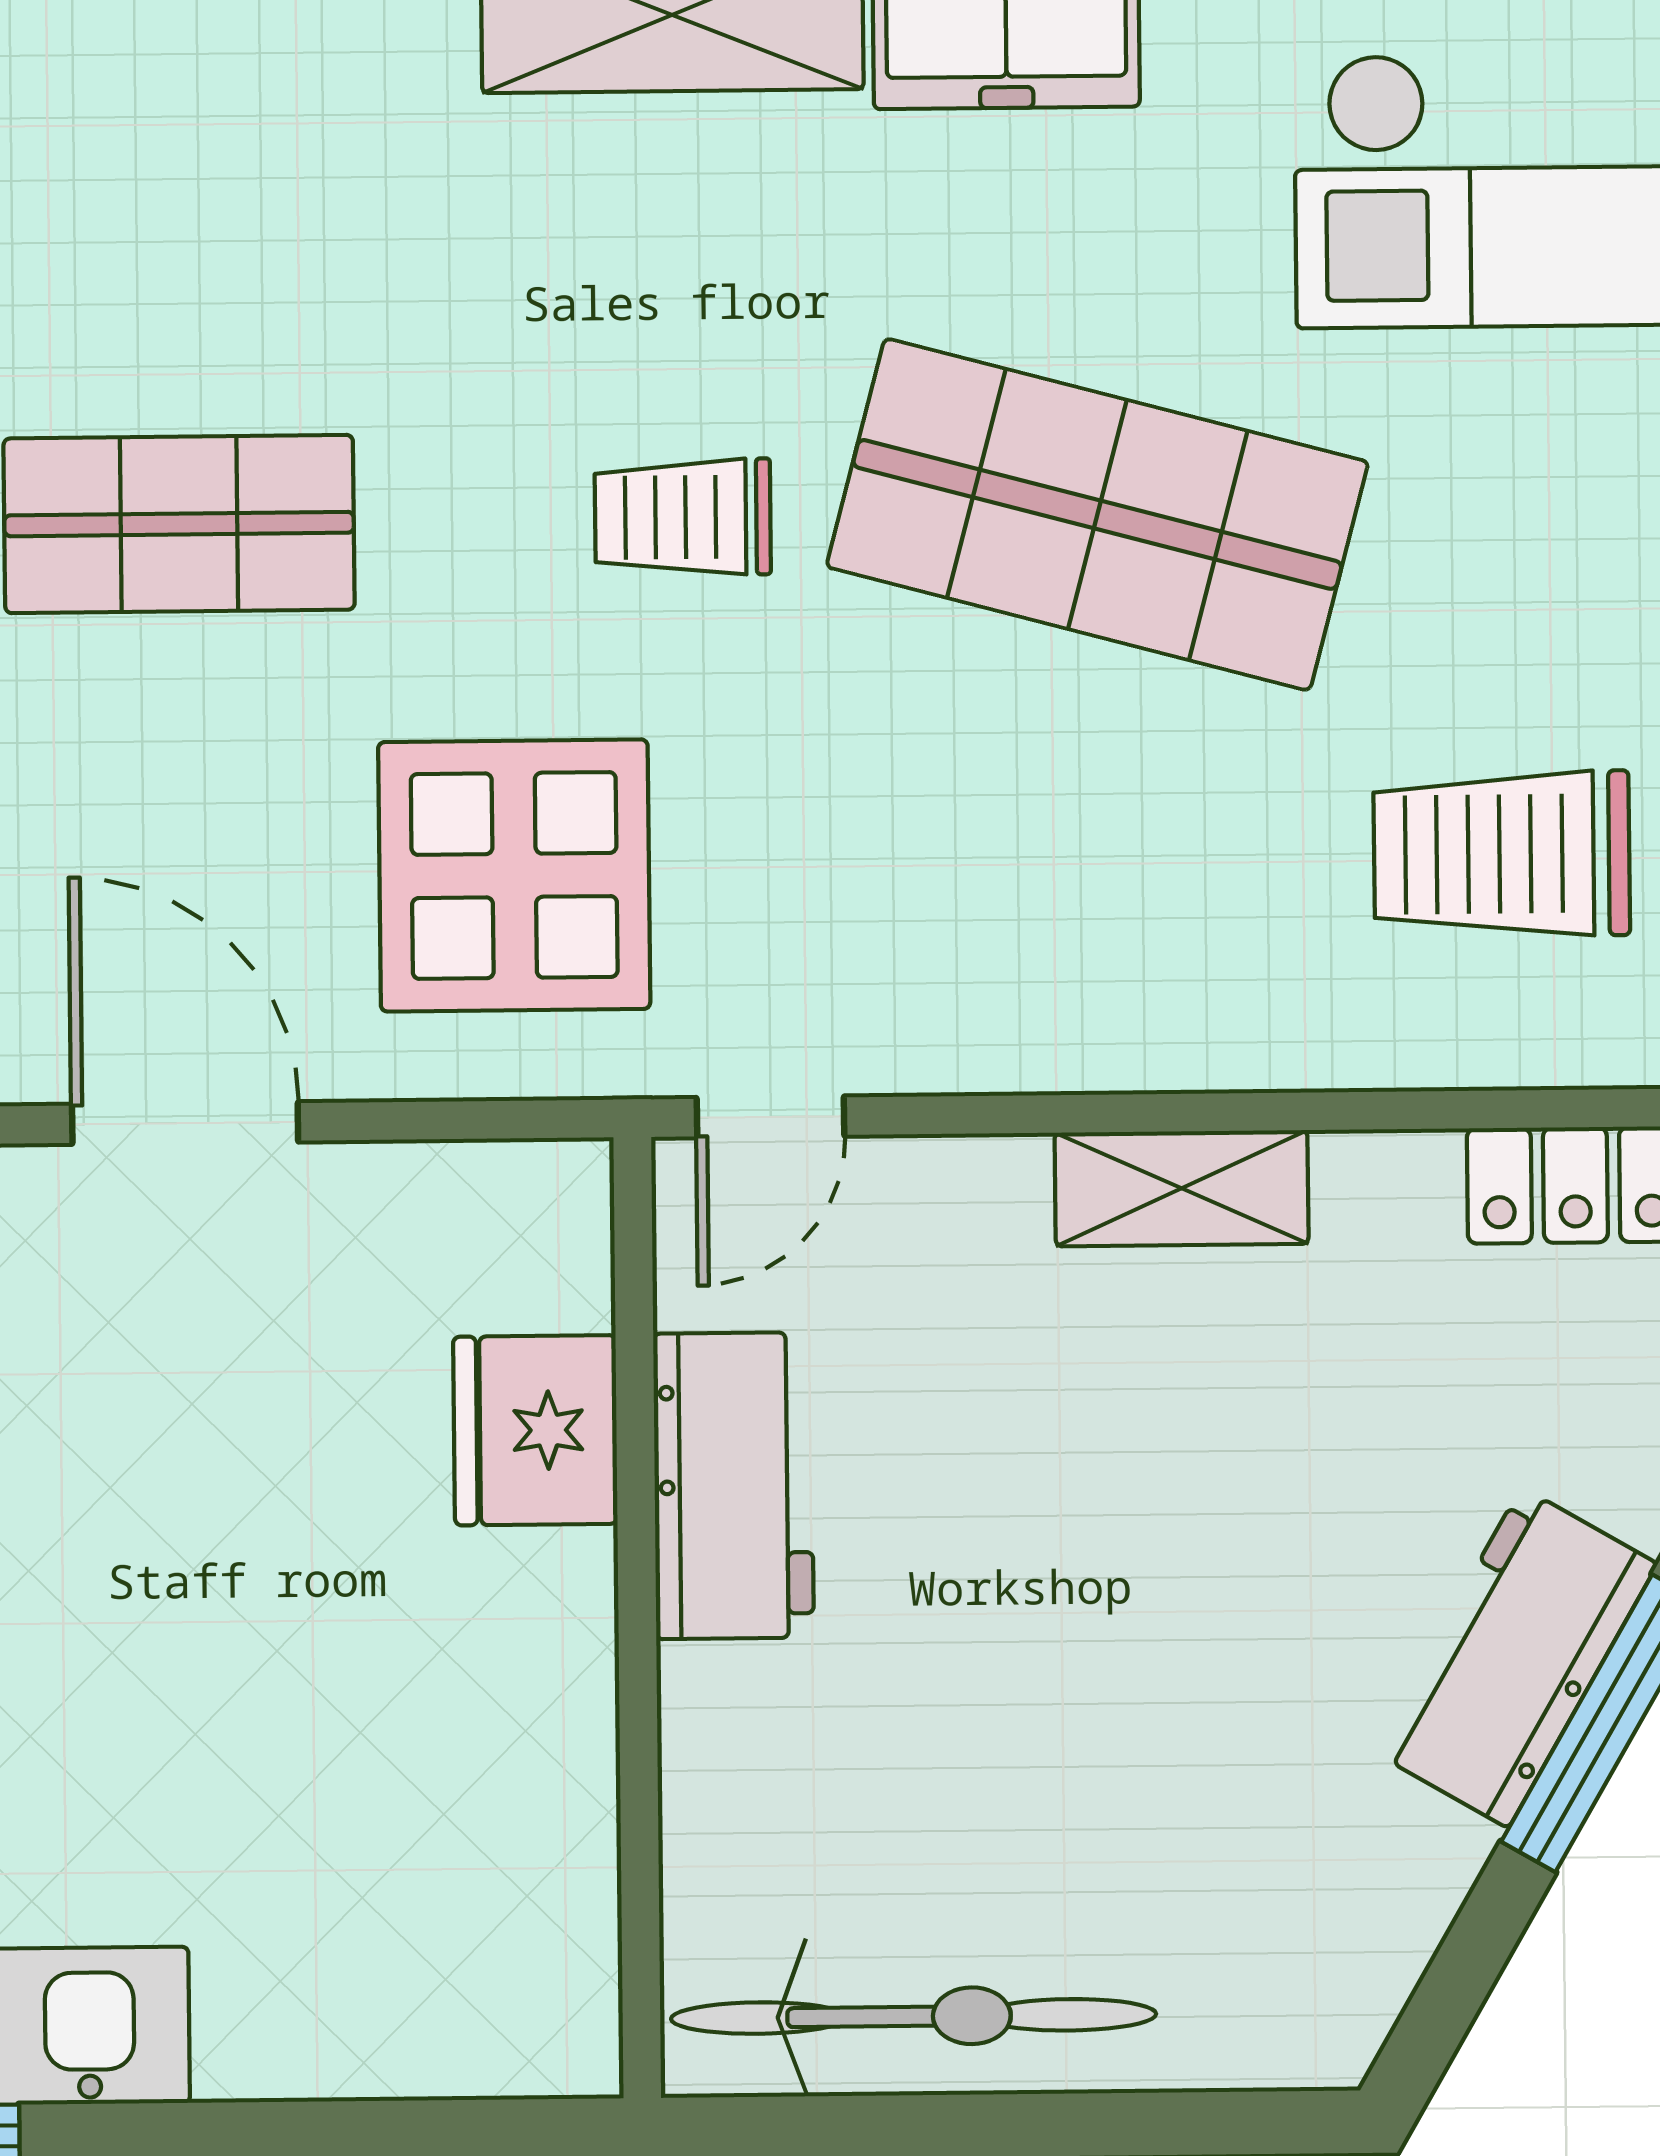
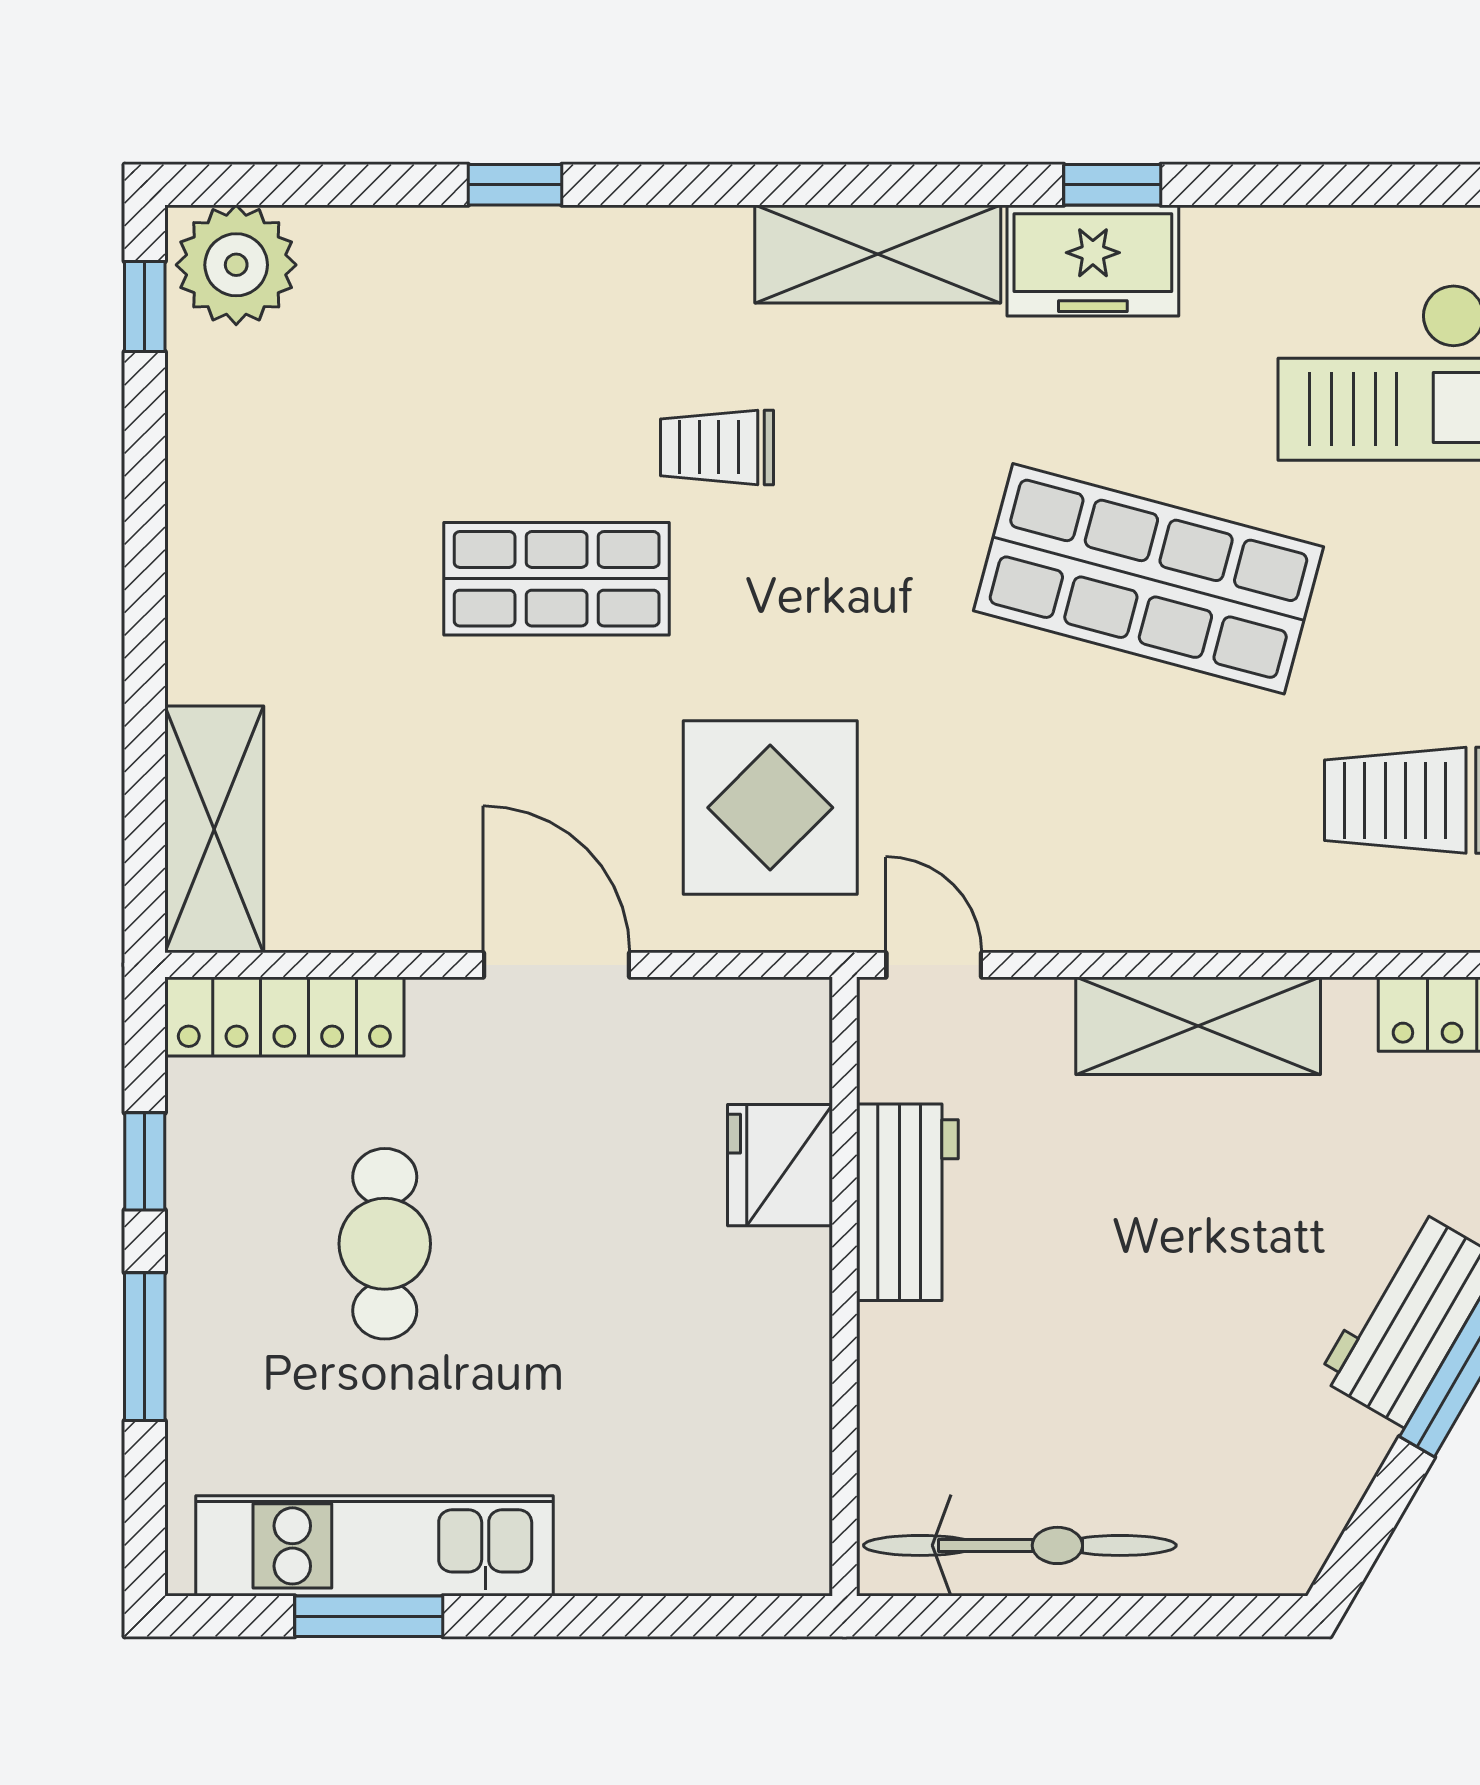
trolley: (683, 517) -> (717, 447), moved
door: (771, 1117) -> (934, 965), swing flipped
shelving: (1182, 1188) -> (1198, 1026), width x1.50, depth x1.33

